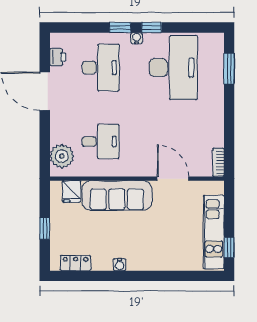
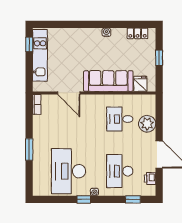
window: (120, 27) -> (133, 199), moved
window: (229, 69) -> (29, 149), moved
plant: (62, 156) -> (147, 124), moved

